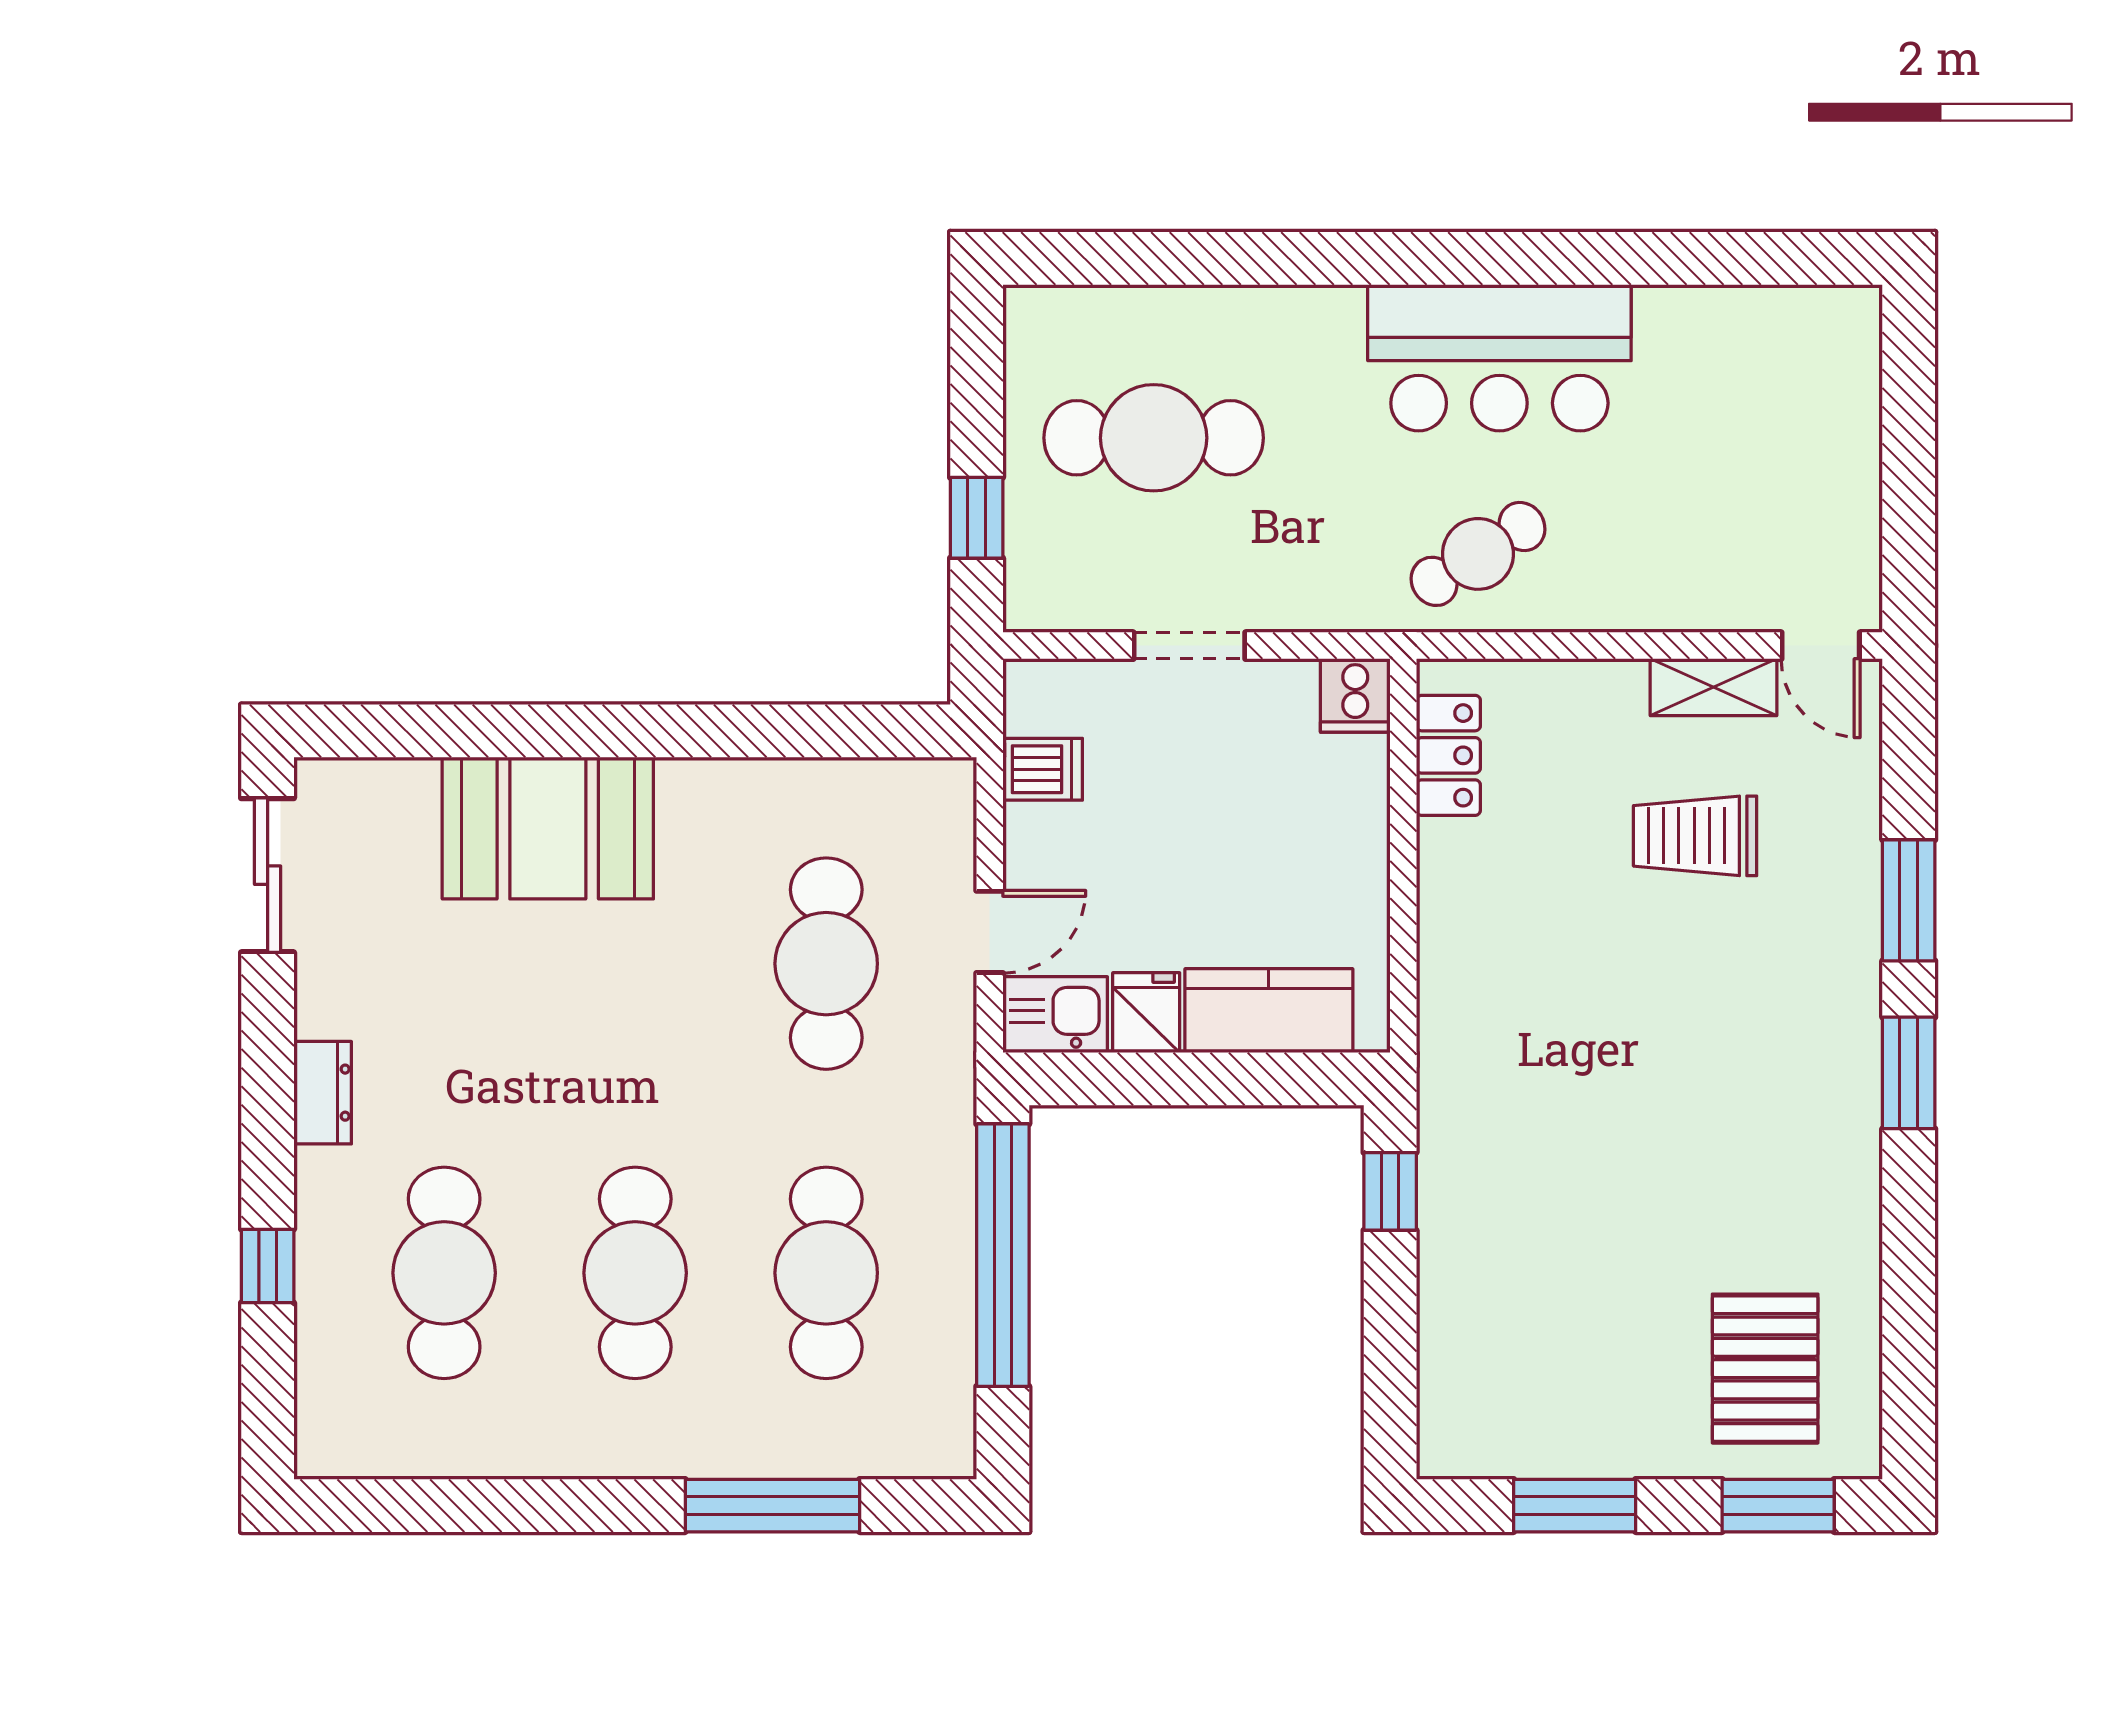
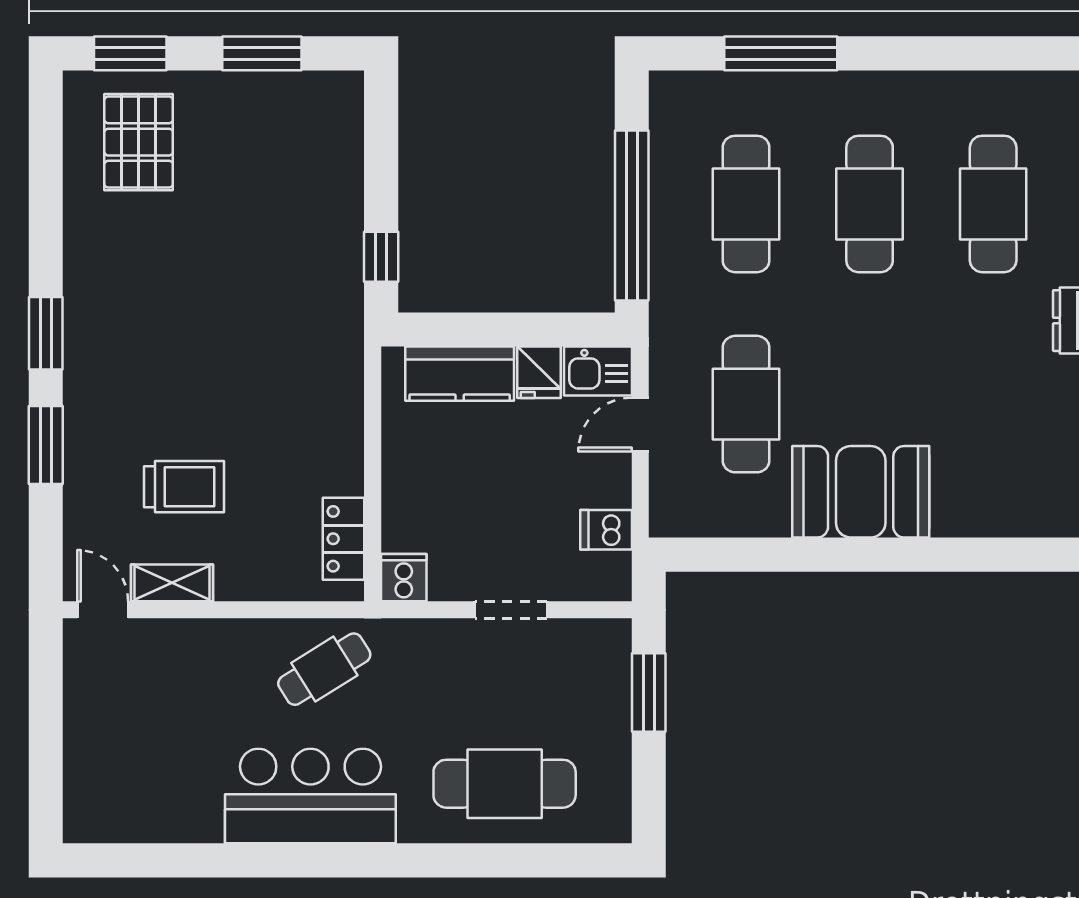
cafe table: (1154, 438) -> (505, 784), moved
window: (977, 518) -> (649, 692), width x1.50
booth: (548, 828) -> (861, 492), moved

